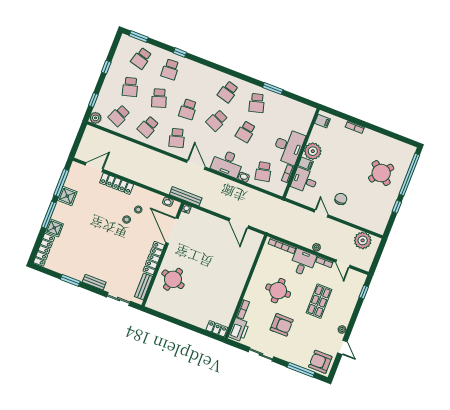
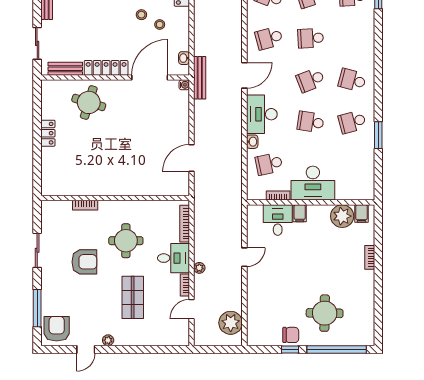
school desk: (217, 120) -> (311, 80), turned -45
plant: (313, 151) -> (342, 216), moved
round table: (381, 173) -> (325, 313), turned -37
chair: (341, 199) -> (291, 335), moved
window: (364, 292) -> (166, 349), removed
shop shelf: (319, 301) -> (133, 297), turned 90
armchair: (282, 325) -> (84, 262), turned -90
locker: (217, 329) -> (48, 133), moved
printer: (239, 330) -> (57, 210), removed

